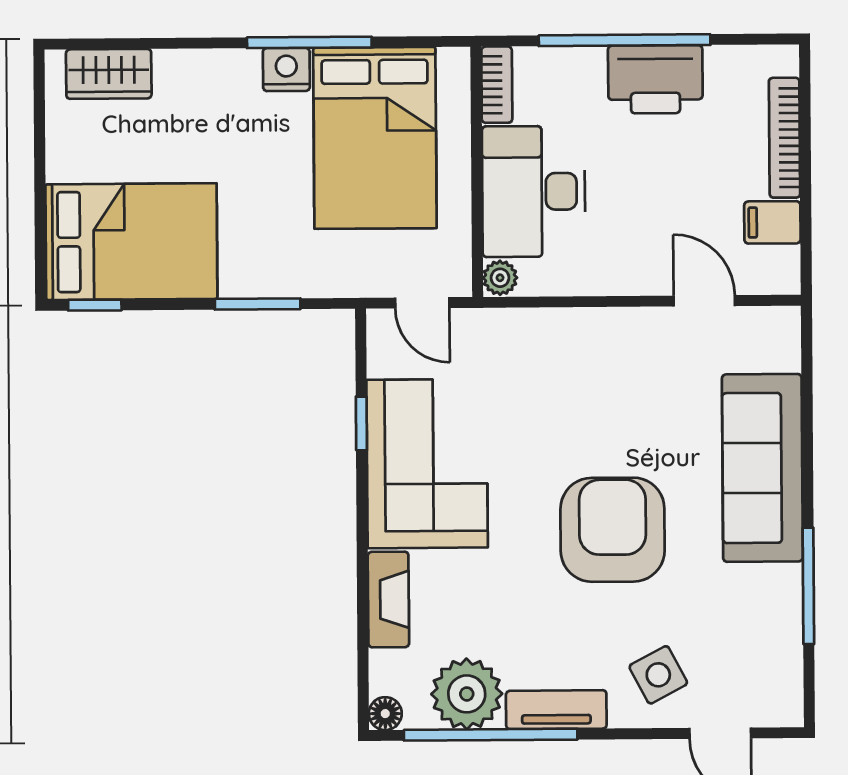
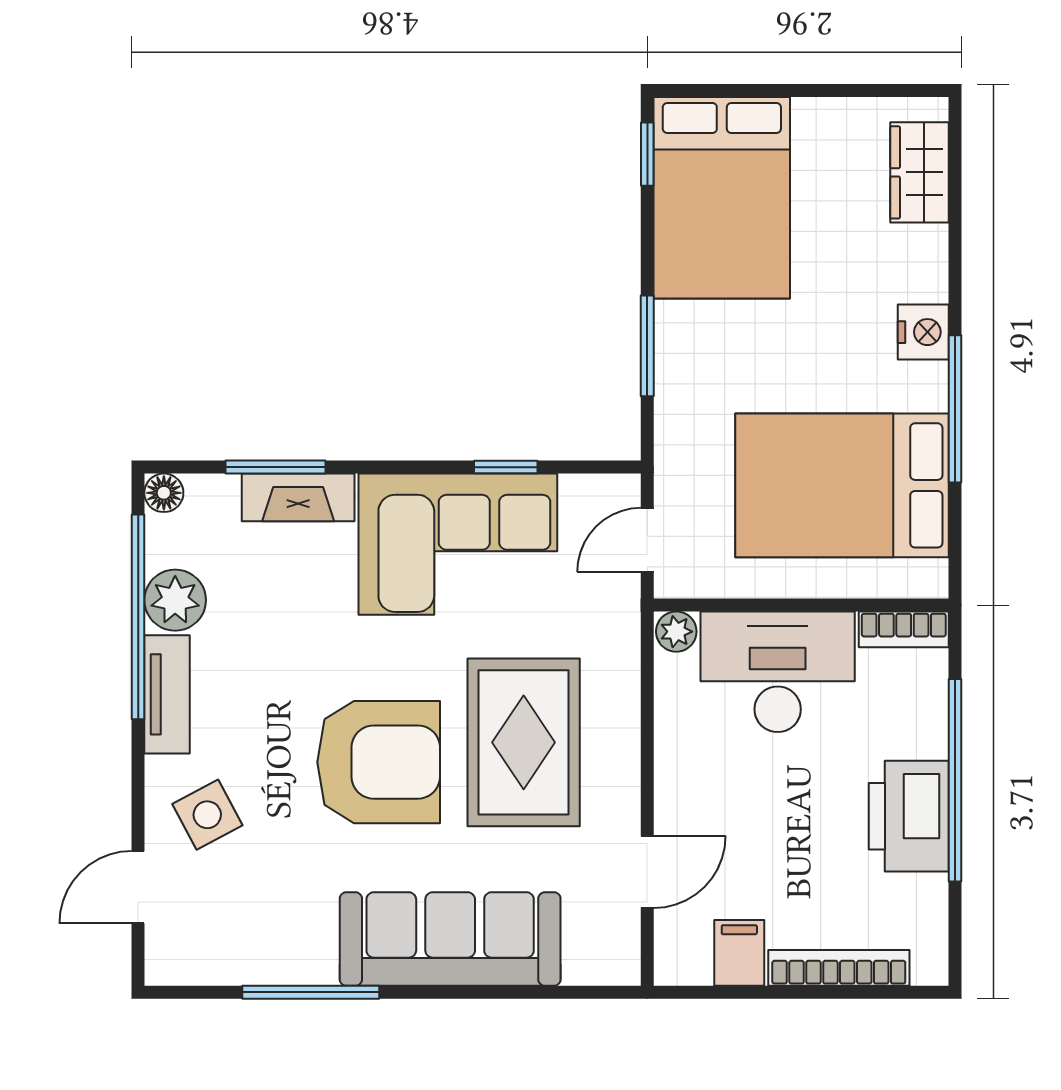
nightstand: (286, 69) -> (923, 332), moved
rug: (595, 407) -> (524, 742), added
window: (363, 619) -> (276, 467), added
plant: (467, 694) -> (175, 600), width x0.73, depth x0.73

